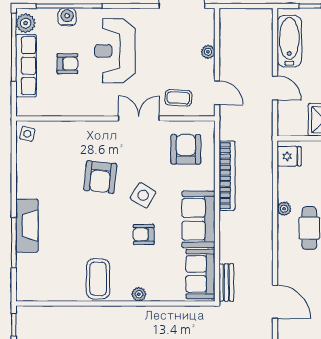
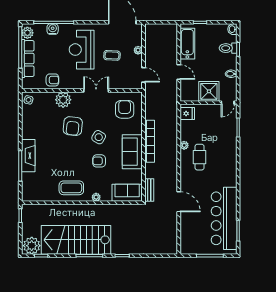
armchair: (67, 64) -> (52, 80), moved
coffee table: (178, 98) -> (112, 55), moved
plant: (84, 134) -> (63, 100), added
bookcase: (227, 176) -> (150, 141), moved
sofa: (200, 274) -> (127, 193), moved, turned 90
coffee table: (98, 279) -> (71, 188), turned 90

